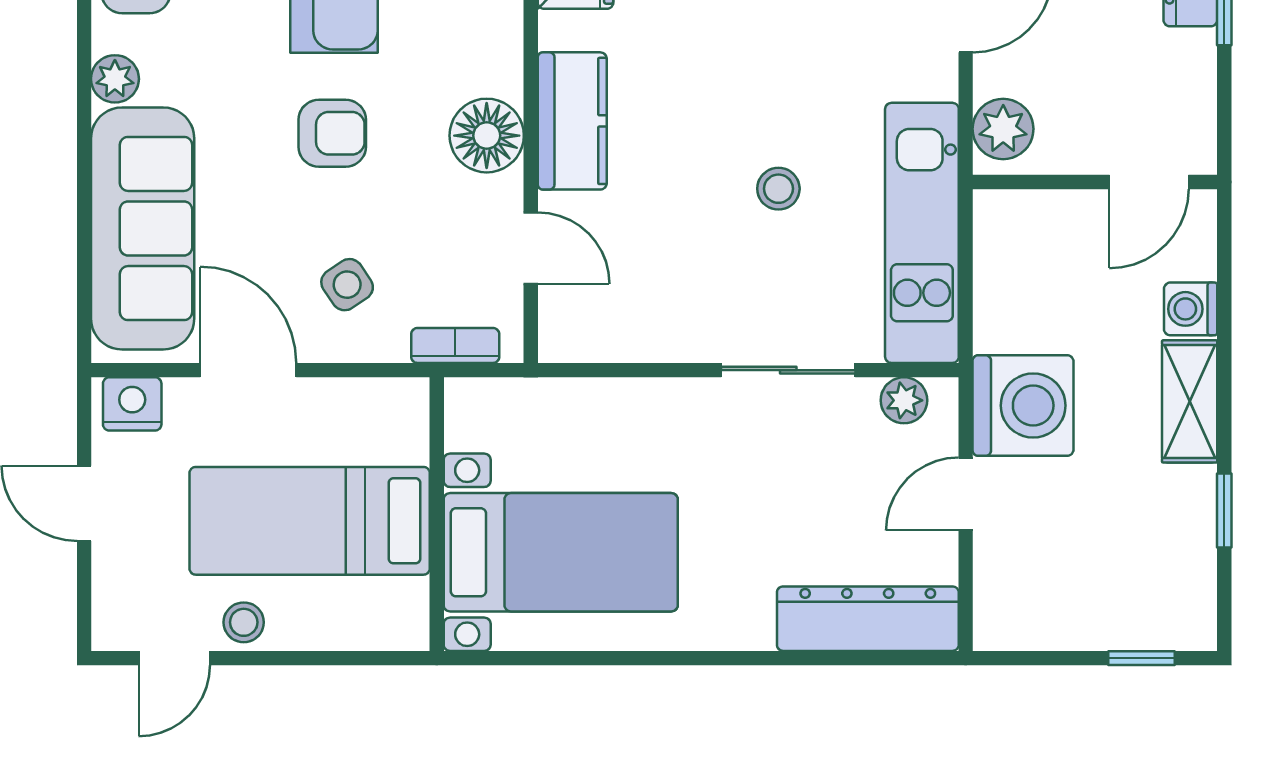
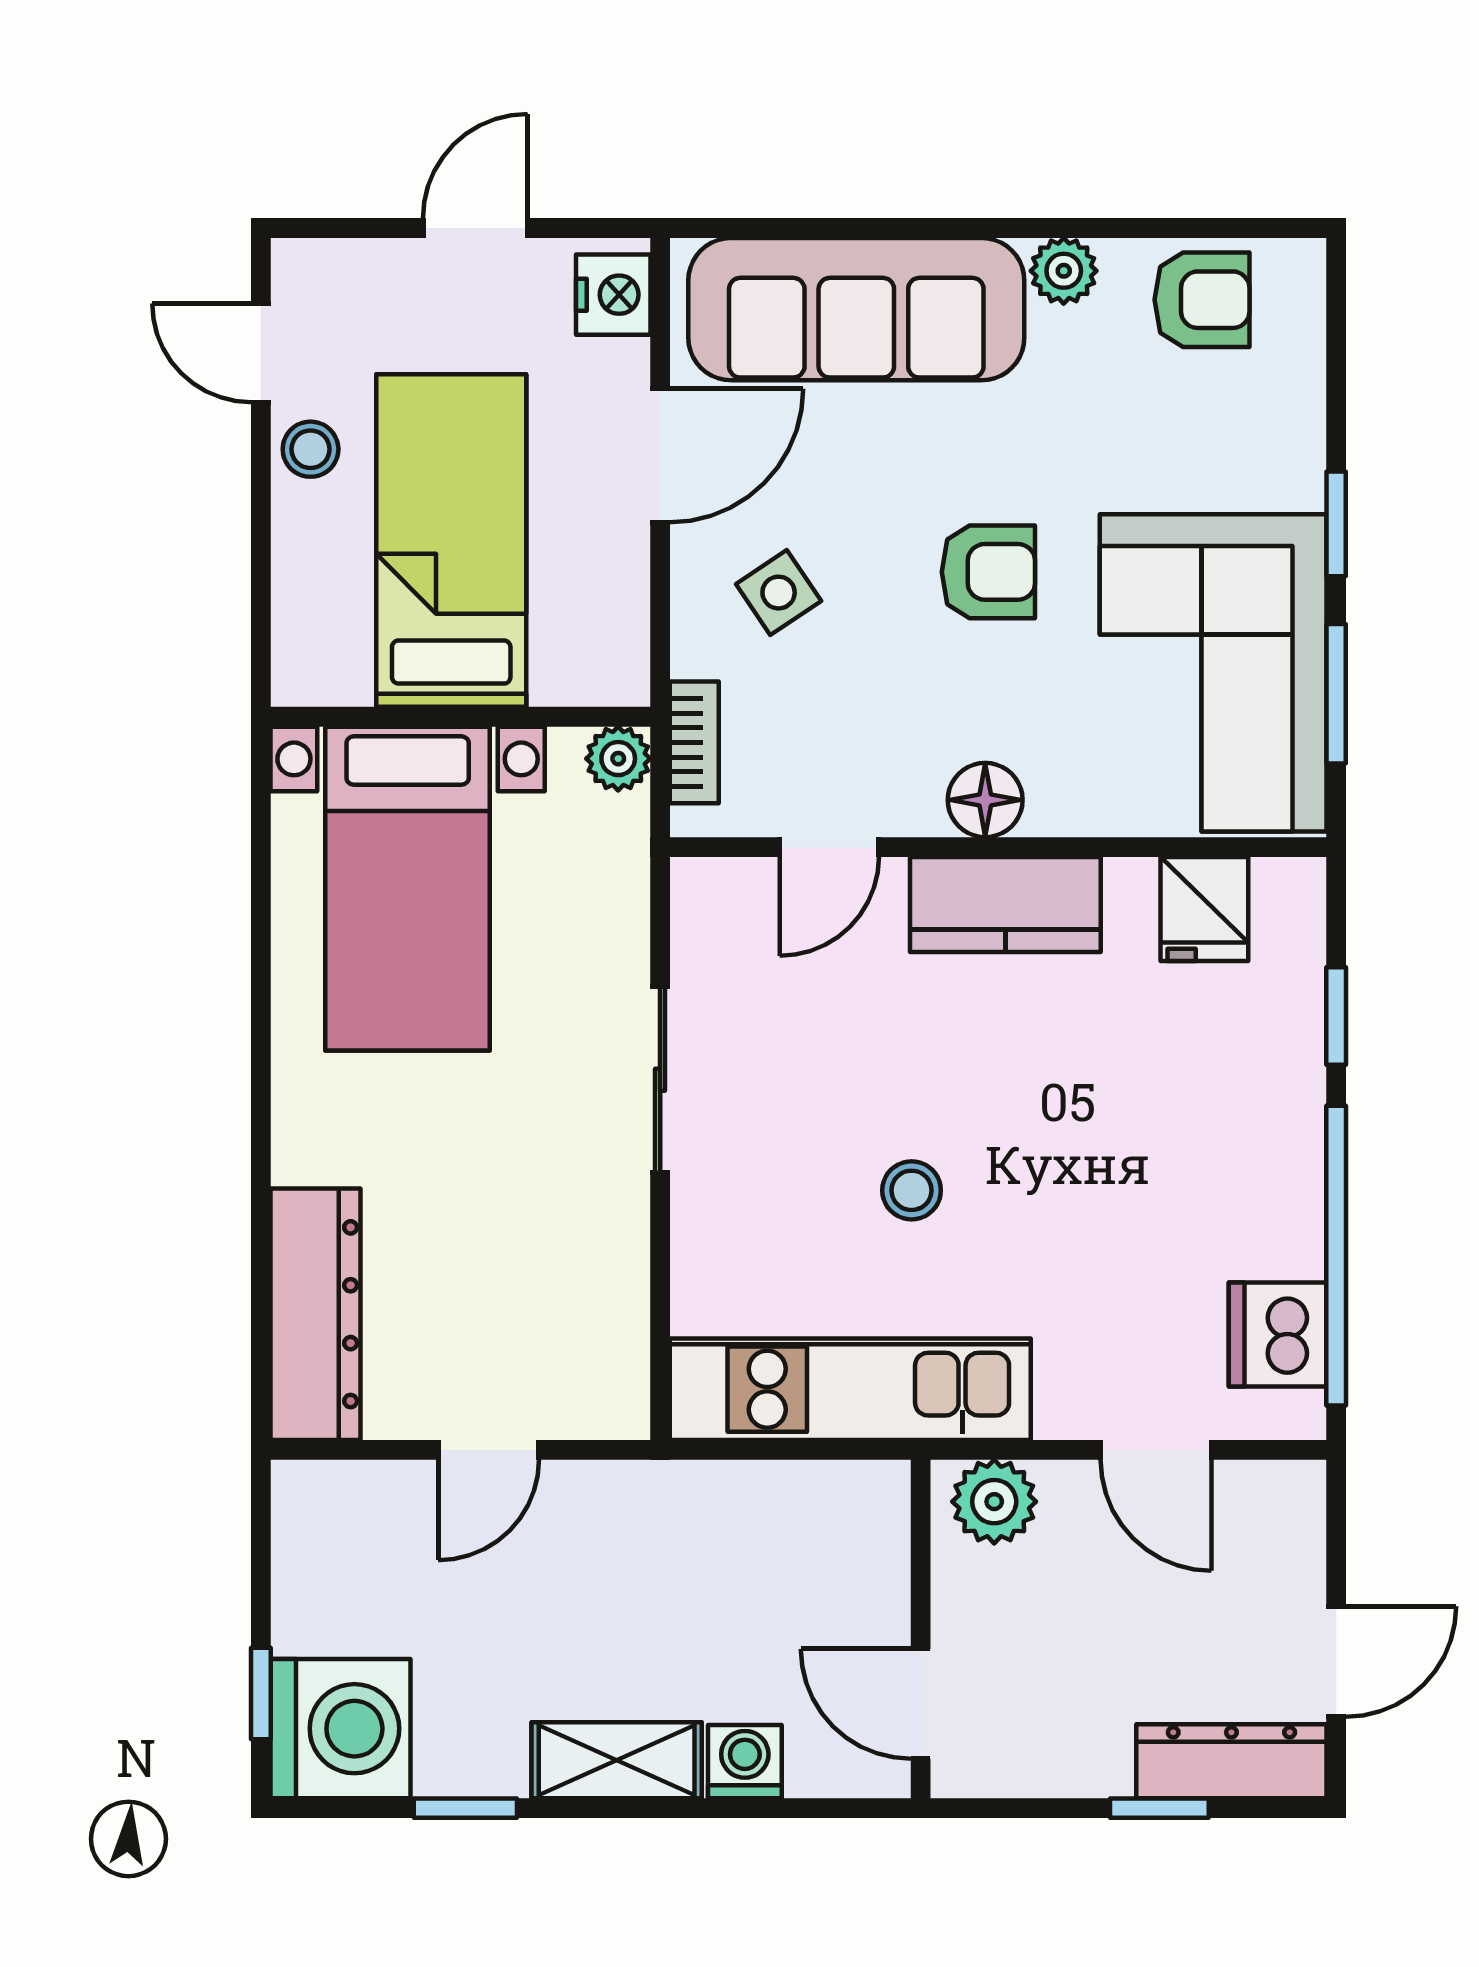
armchair: (332, 133) -> (988, 572), turned -90
floor lamp: (487, 136) -> (985, 800), width x0.73, depth x0.73
sliding door: (788, 370) -> (660, 1080), moved
plant: (904, 400) -> (618, 759), moved
washing machine: (1023, 406) -> (340, 1729), moved, turned -90
door: (966, 494) -> (488, 1450), swing flipped

